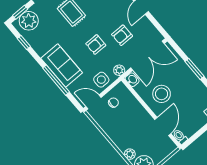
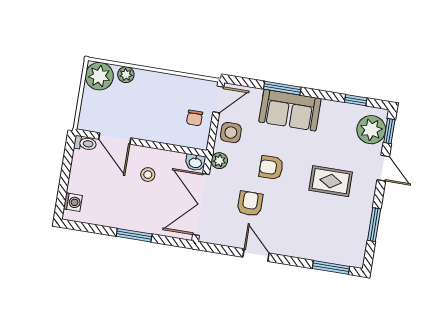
armchair: (96, 45) -> (271, 168), turned -90
window: (56, 80) -> (282, 88), width x0.69
stool: (162, 94) -> (148, 175), width x0.53, depth x0.53

